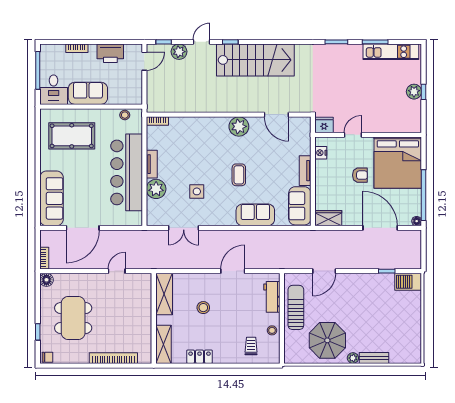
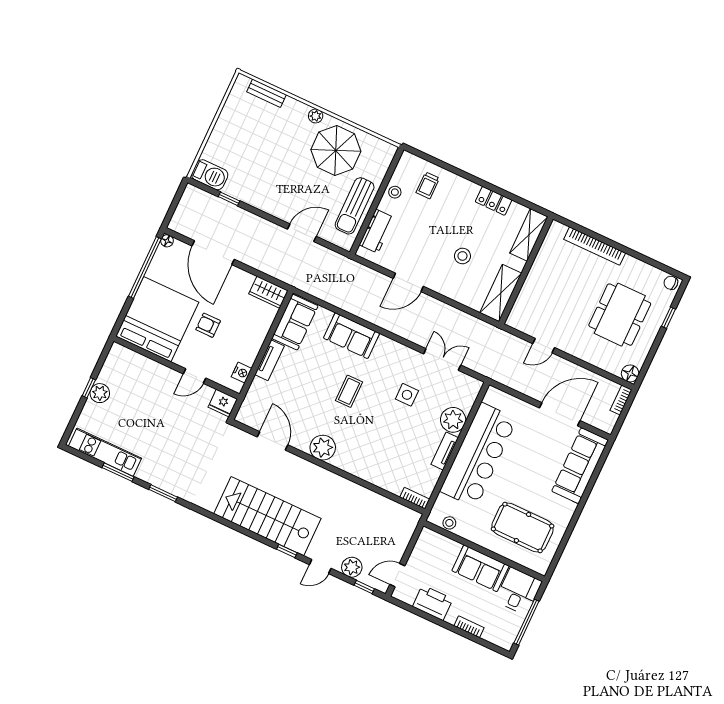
bench: (374, 358) -> (267, 93), moved

